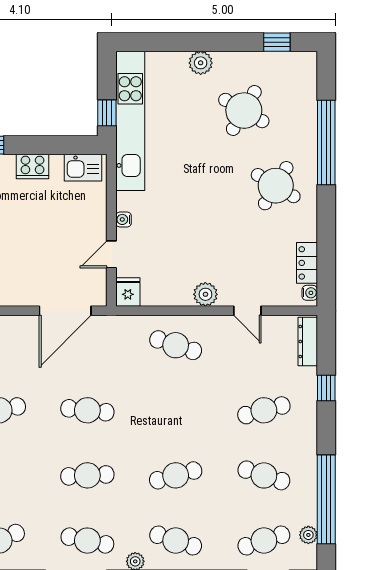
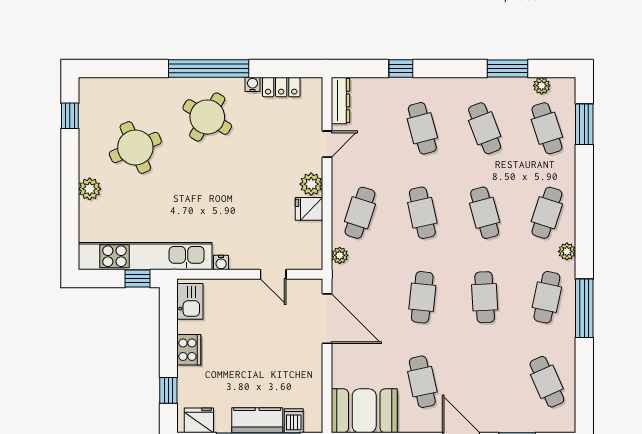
round table: (244, 111) -> (135, 147), turned 37
window: (326, 142) -> (209, 69), moved
water cooler: (124, 219) -> (221, 263), moved
fridge: (128, 292) -> (309, 209), moved
water cooler: (310, 293) -> (253, 84), moved
plant: (131, 324) -> (340, 255), added
dresser: (308, 342) -> (340, 101), moved, turned -90
cafe table: (176, 410) -> (422, 213), added
cafe table: (264, 475) -> (485, 128), turned -39
window: (326, 499) -> (508, 69), width x0.47

